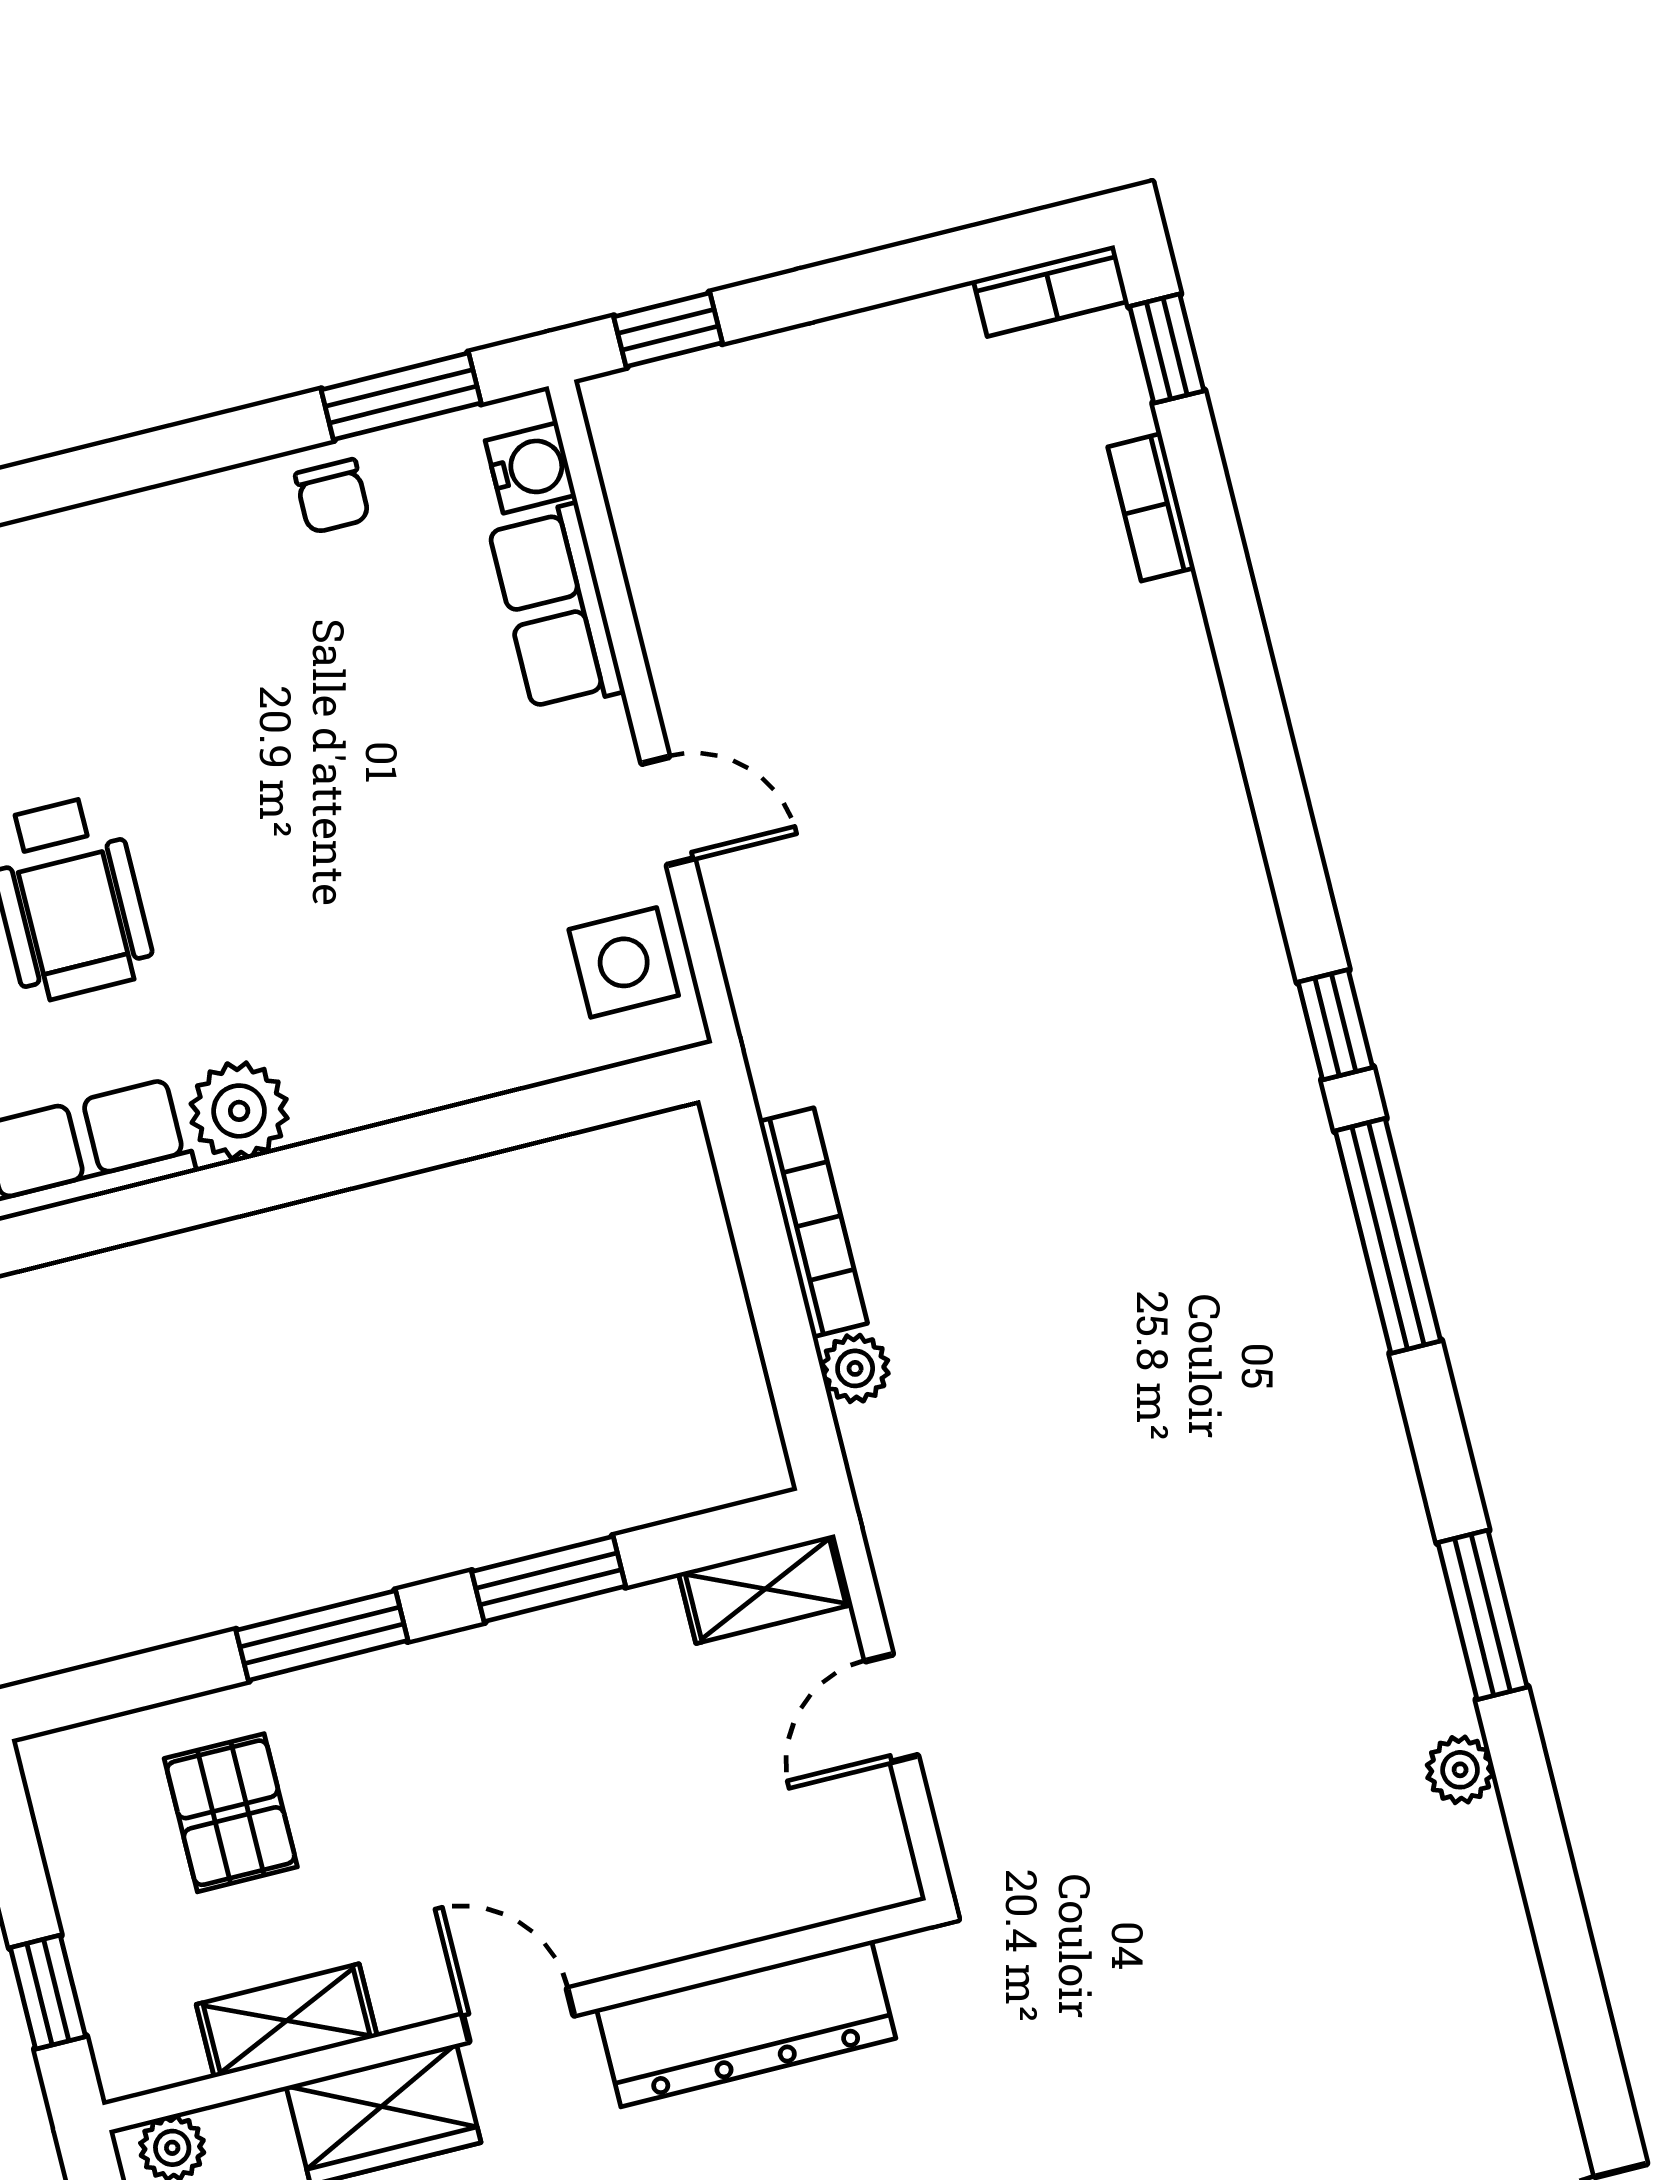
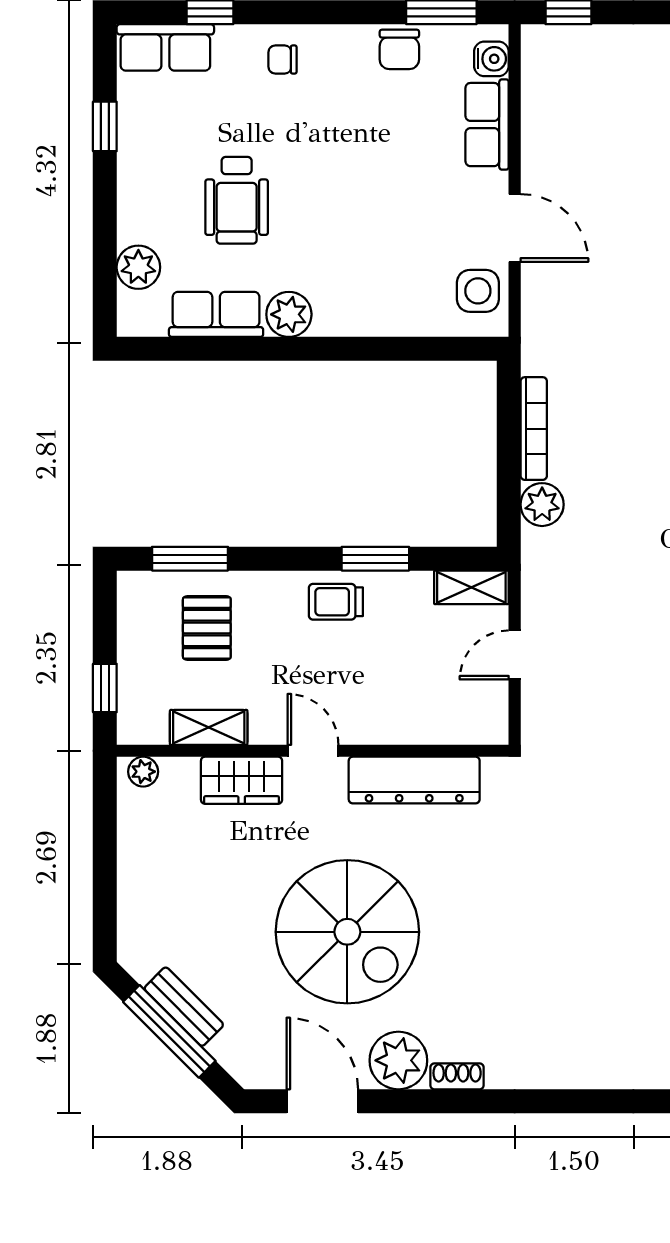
chair: (332, 496) -> (399, 49), width x1.37, depth x1.37
chair: (92, 579) -> (282, 60), added
door: (668, 811) -> (515, 228), width x1.37
plant: (855, 1368) -> (542, 505), width x1.38, depth x1.38
window: (322, 1635) -> (190, 559), moved
trolley: (488, 1690) -> (336, 602), added

